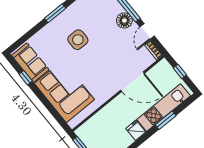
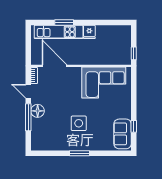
door: (147, 31) -> (28, 91), swing flipped
window: (180, 71) -> (28, 47), removed
door: (132, 82) -> (54, 66), moved
corner sofa: (64, 91) -> (104, 83), moved, turned -90

